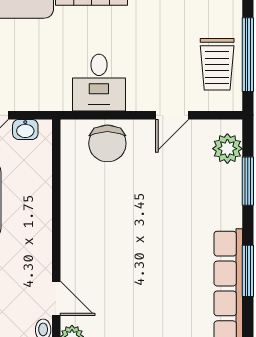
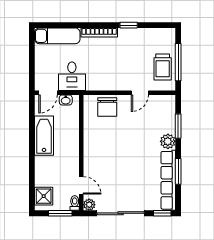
desk: (99, 83) -> (72, 76), moved
plant: (227, 149) -> (168, 141), moved

